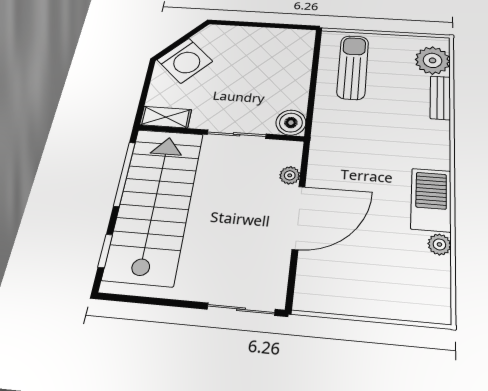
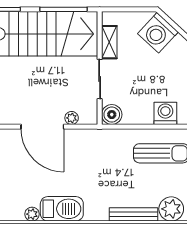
washing machine: (297, 59) -> (165, 113), added
bench: (440, 98) -> (133, 214), width x1.36
shelving: (166, 117) -> (109, 42), moved

